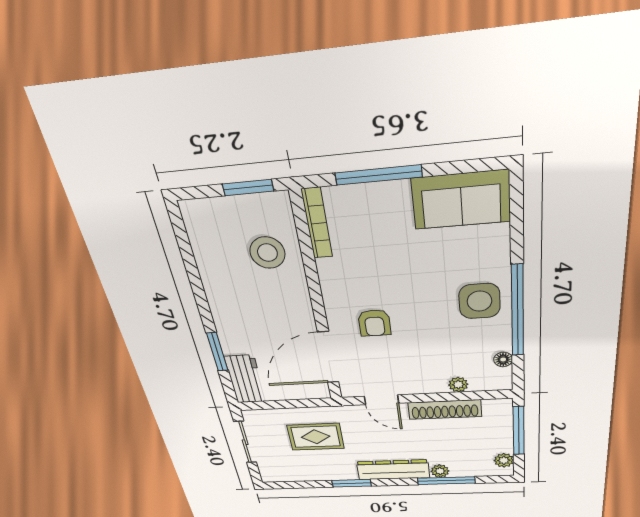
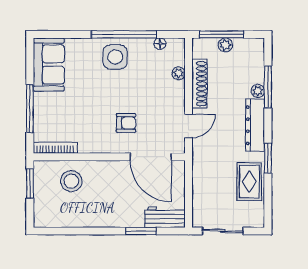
rug: (316, 437) -> (249, 182), moved
plant: (504, 460) -> (225, 45), moved

